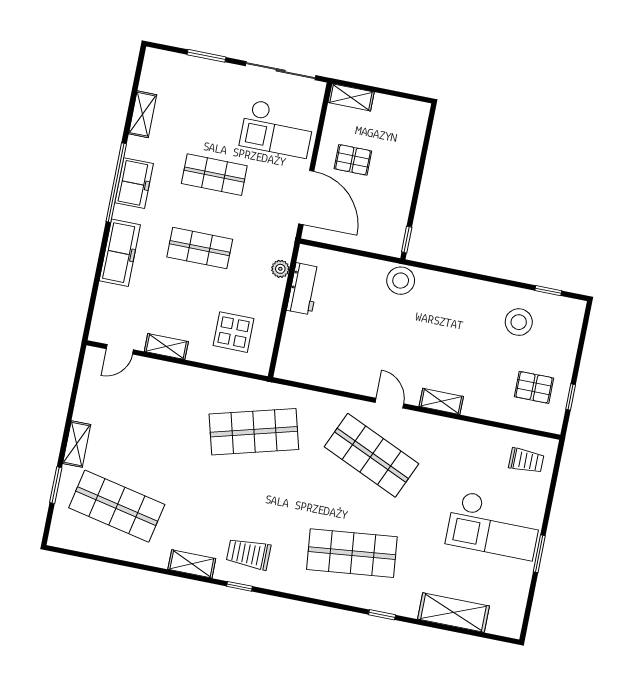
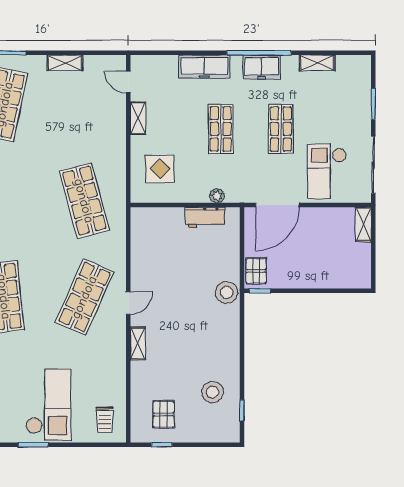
pallet: (353, 160) -> (256, 271), moved
shelving: (77, 444) -> (65, 63), moved
checkout: (494, 525) -> (48, 405), turned 180

